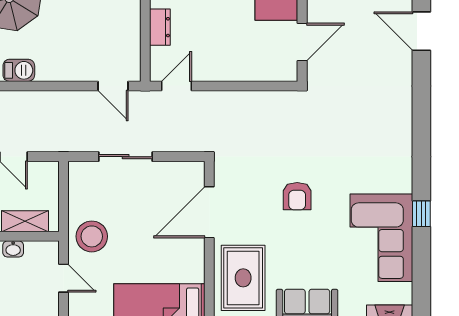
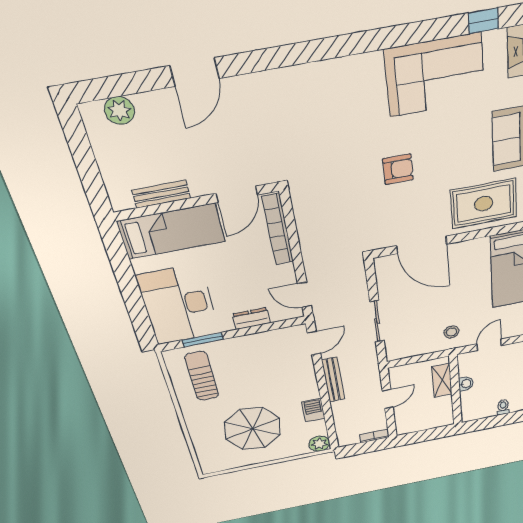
door: (302, 42) -> (237, 194), swing flipped
bookcase: (257, 73) -> (278, 229), added
bench: (58, 99) -> (333, 380), added
window: (421, 214) -> (483, 21), moved
stool: (92, 236) -> (451, 332), width x0.53, depth x0.53

